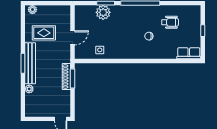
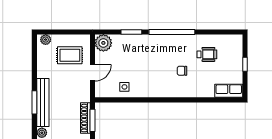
plant: (103, 12) -> (103, 43), moved
rug: (44, 33) -> (70, 55), moved

